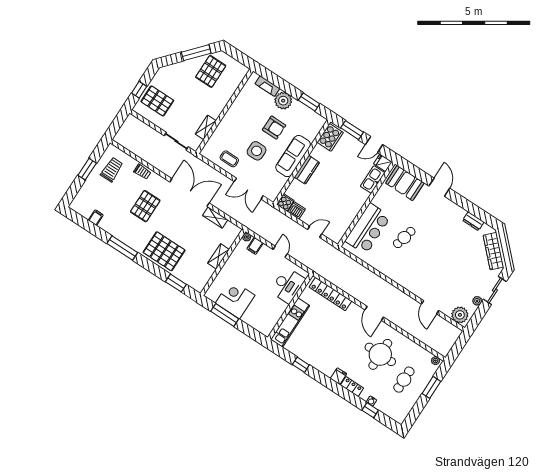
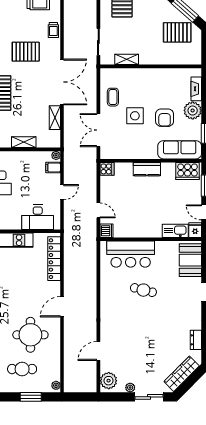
sofa: (293, 156) -> (180, 150), moved
dishwasher: (297, 210) -> (106, 231), moved

